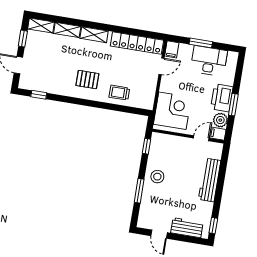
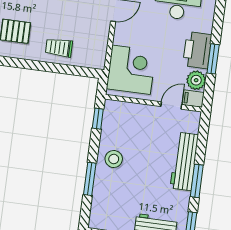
window: (218, 195) -> (197, 181), added

